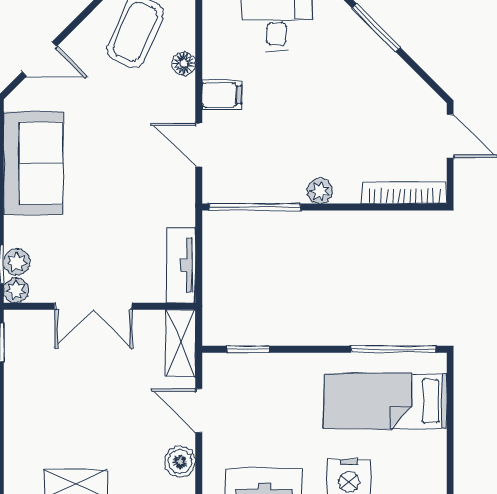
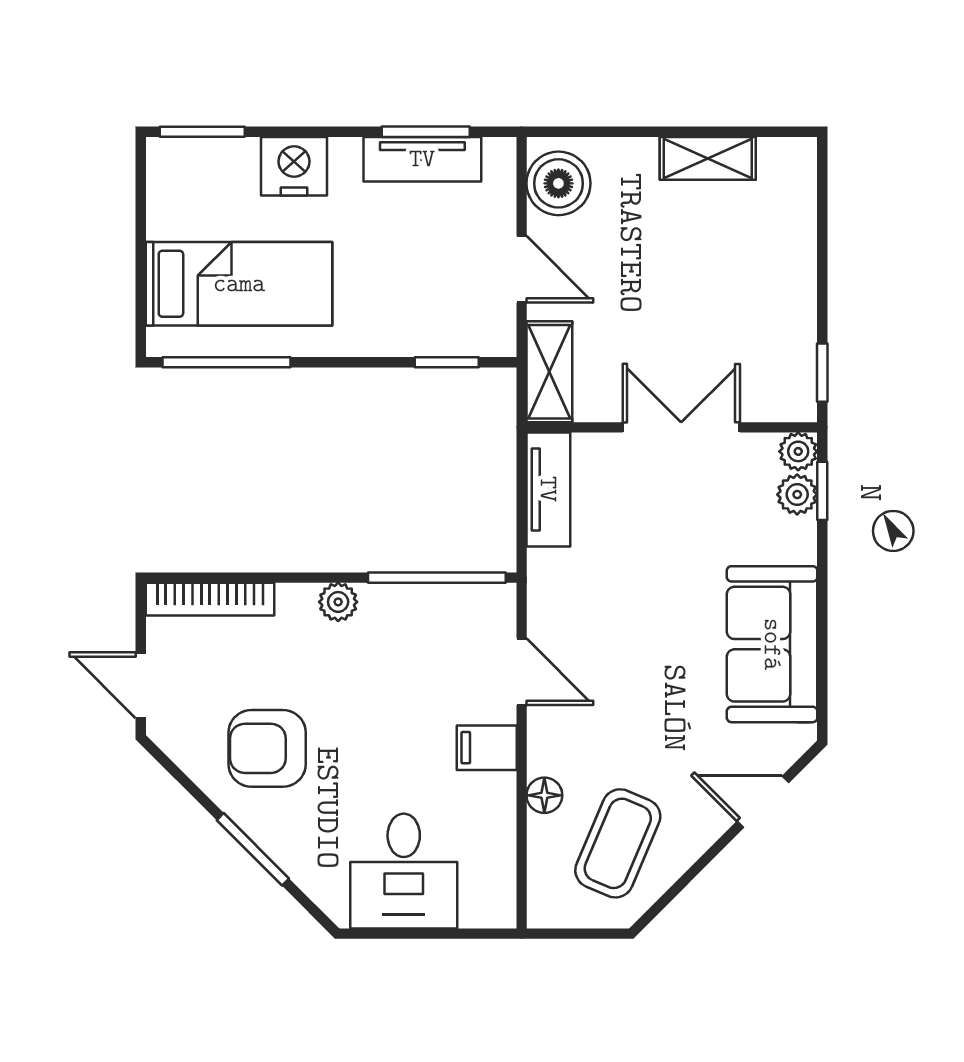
armchair: (367, 94) -> (267, 748), added
boiler: (180, 462) -> (558, 183), width x1.36, depth x1.36

